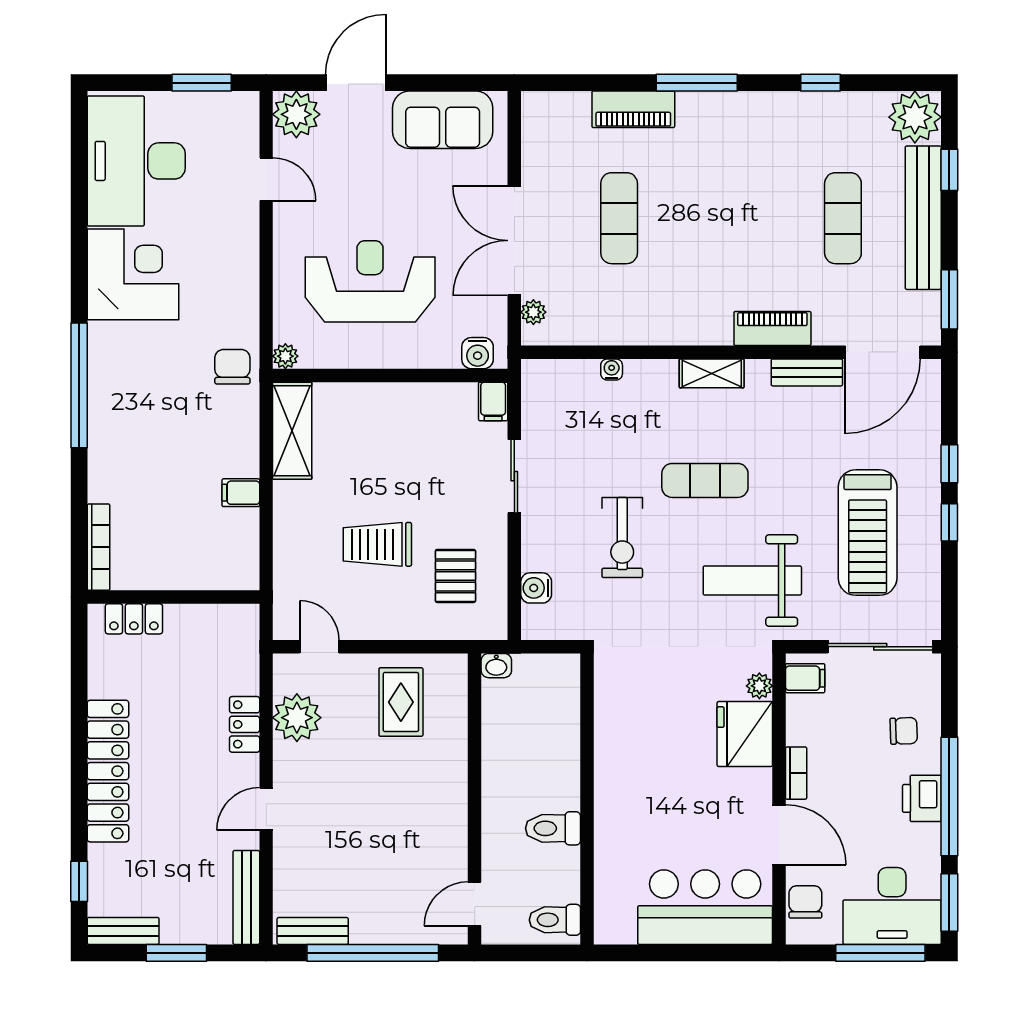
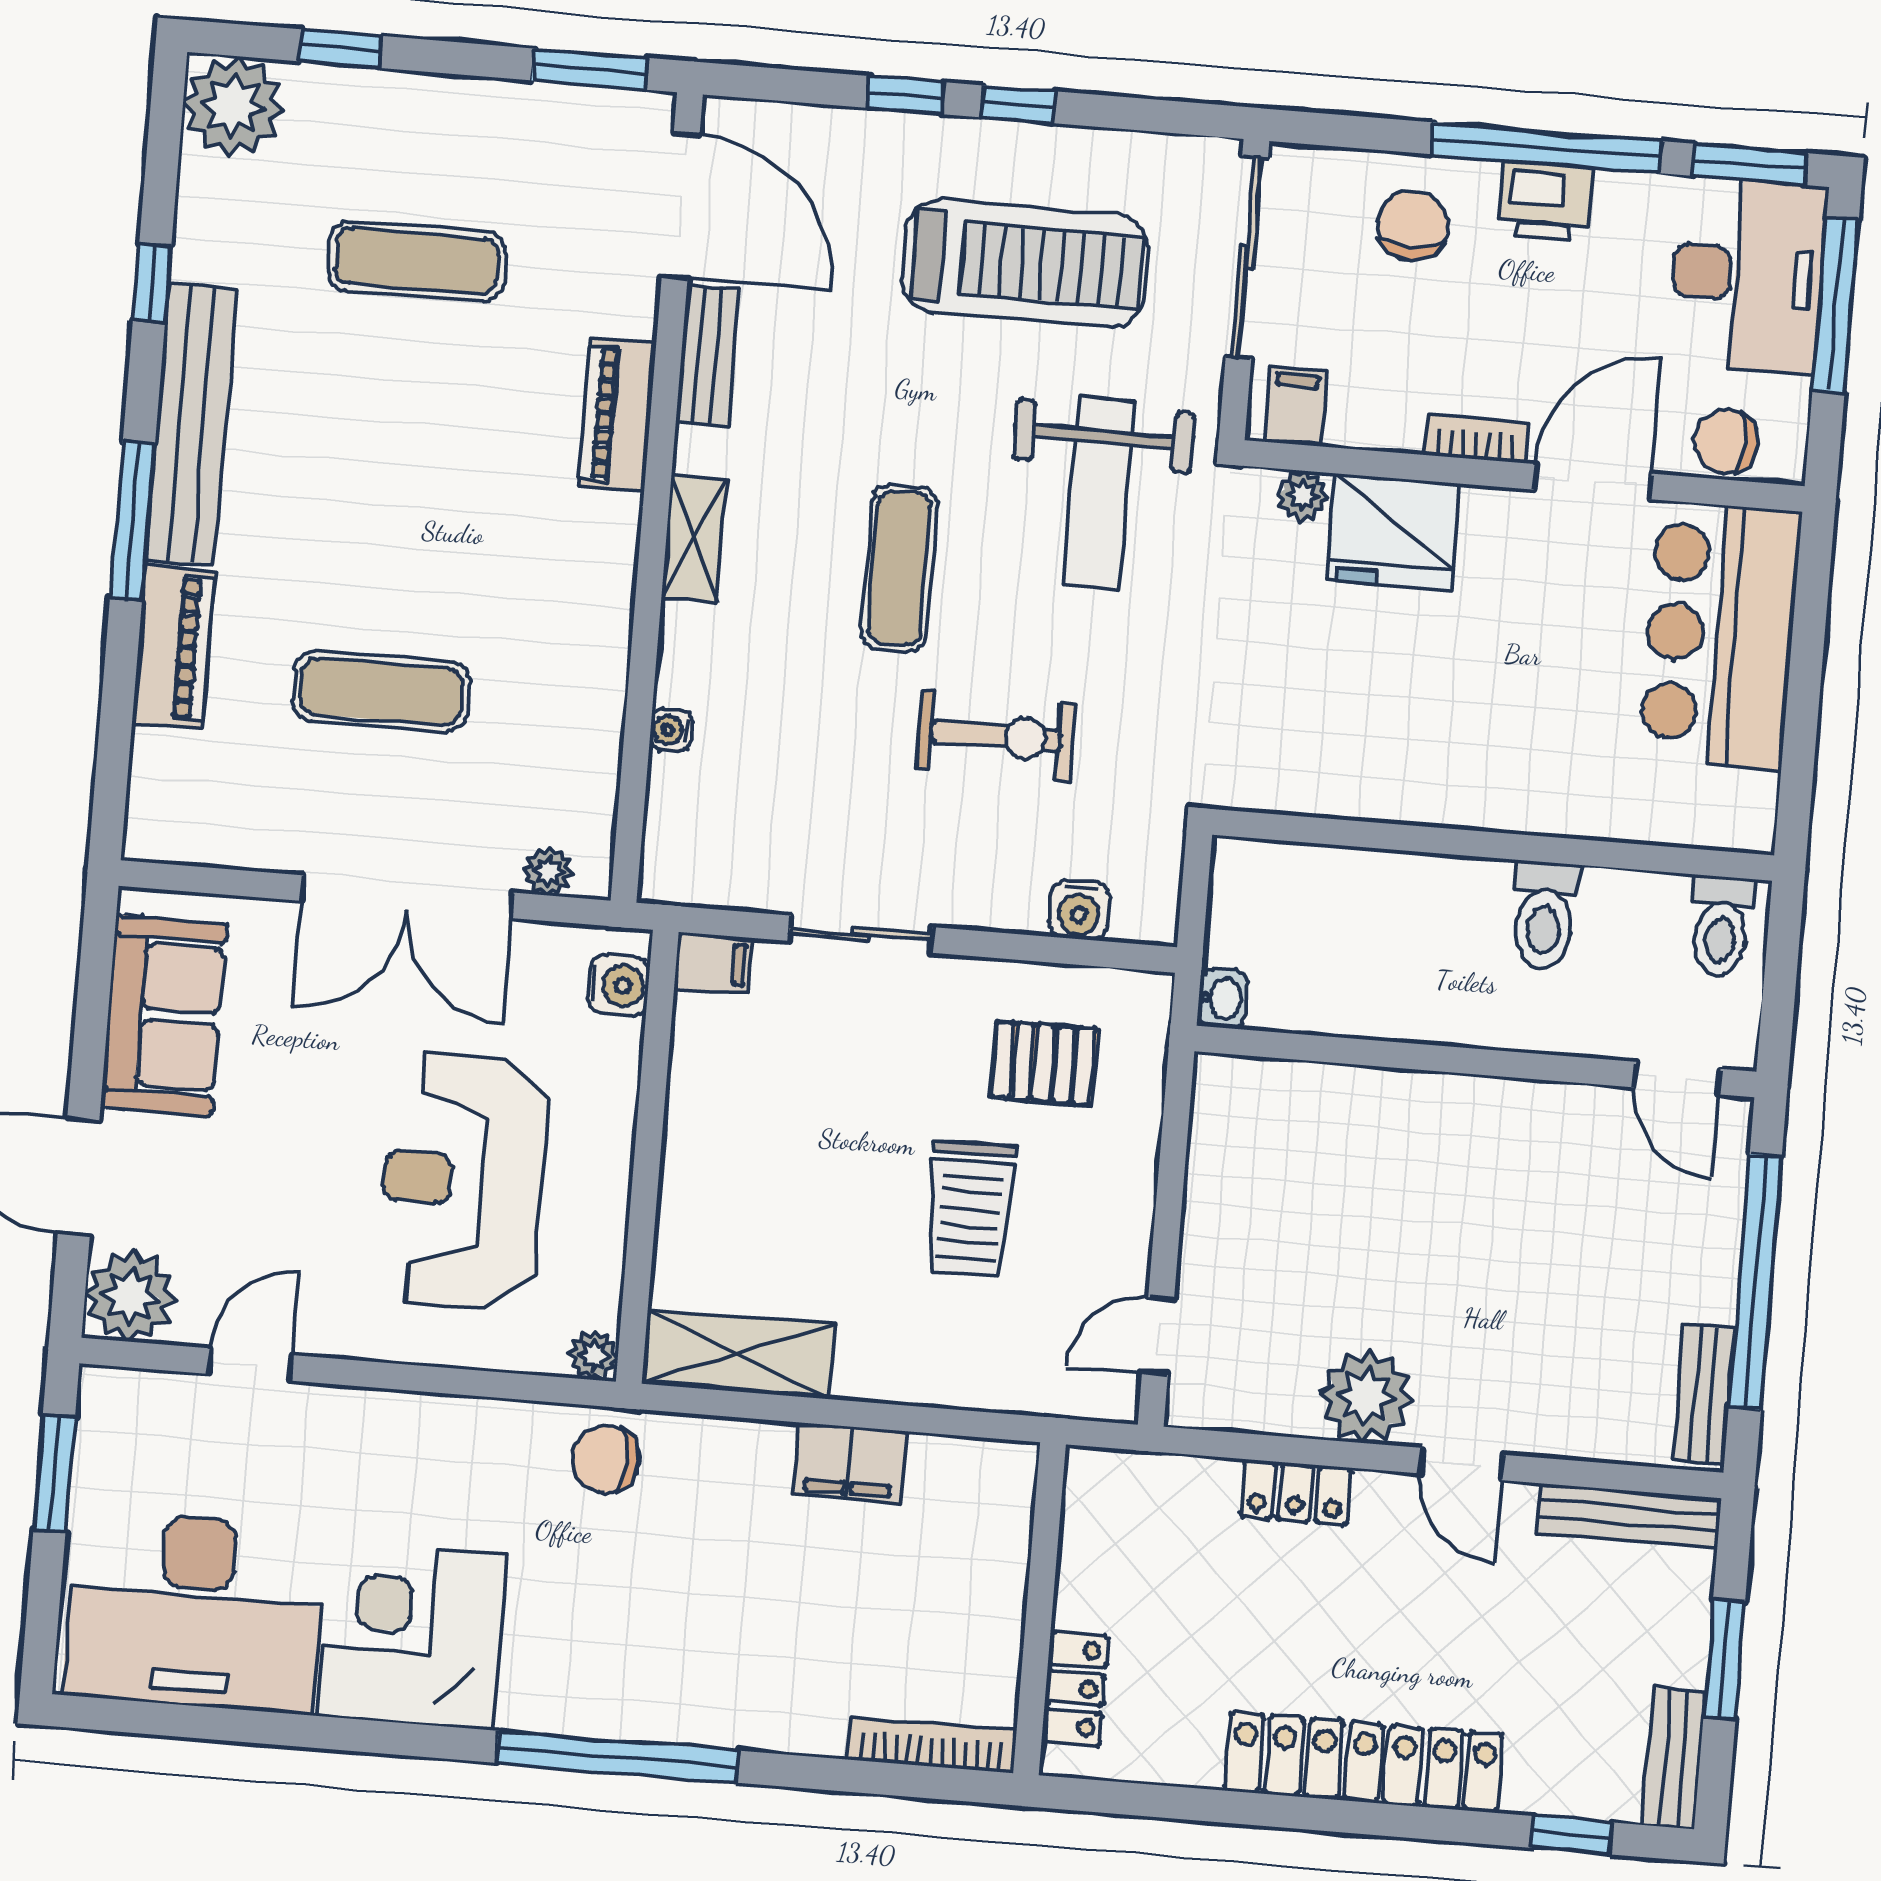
bench: (923, 218) -> (191, 424), moved, turned 90
filing cabinet: (241, 493) -> (849, 1463), width x2.00
rug: (401, 702) -> (1277, 1188), removed
plant: (297, 718) -> (1366, 1397), moved
chair: (904, 731) -> (1412, 225), width x1.37, depth x1.37

